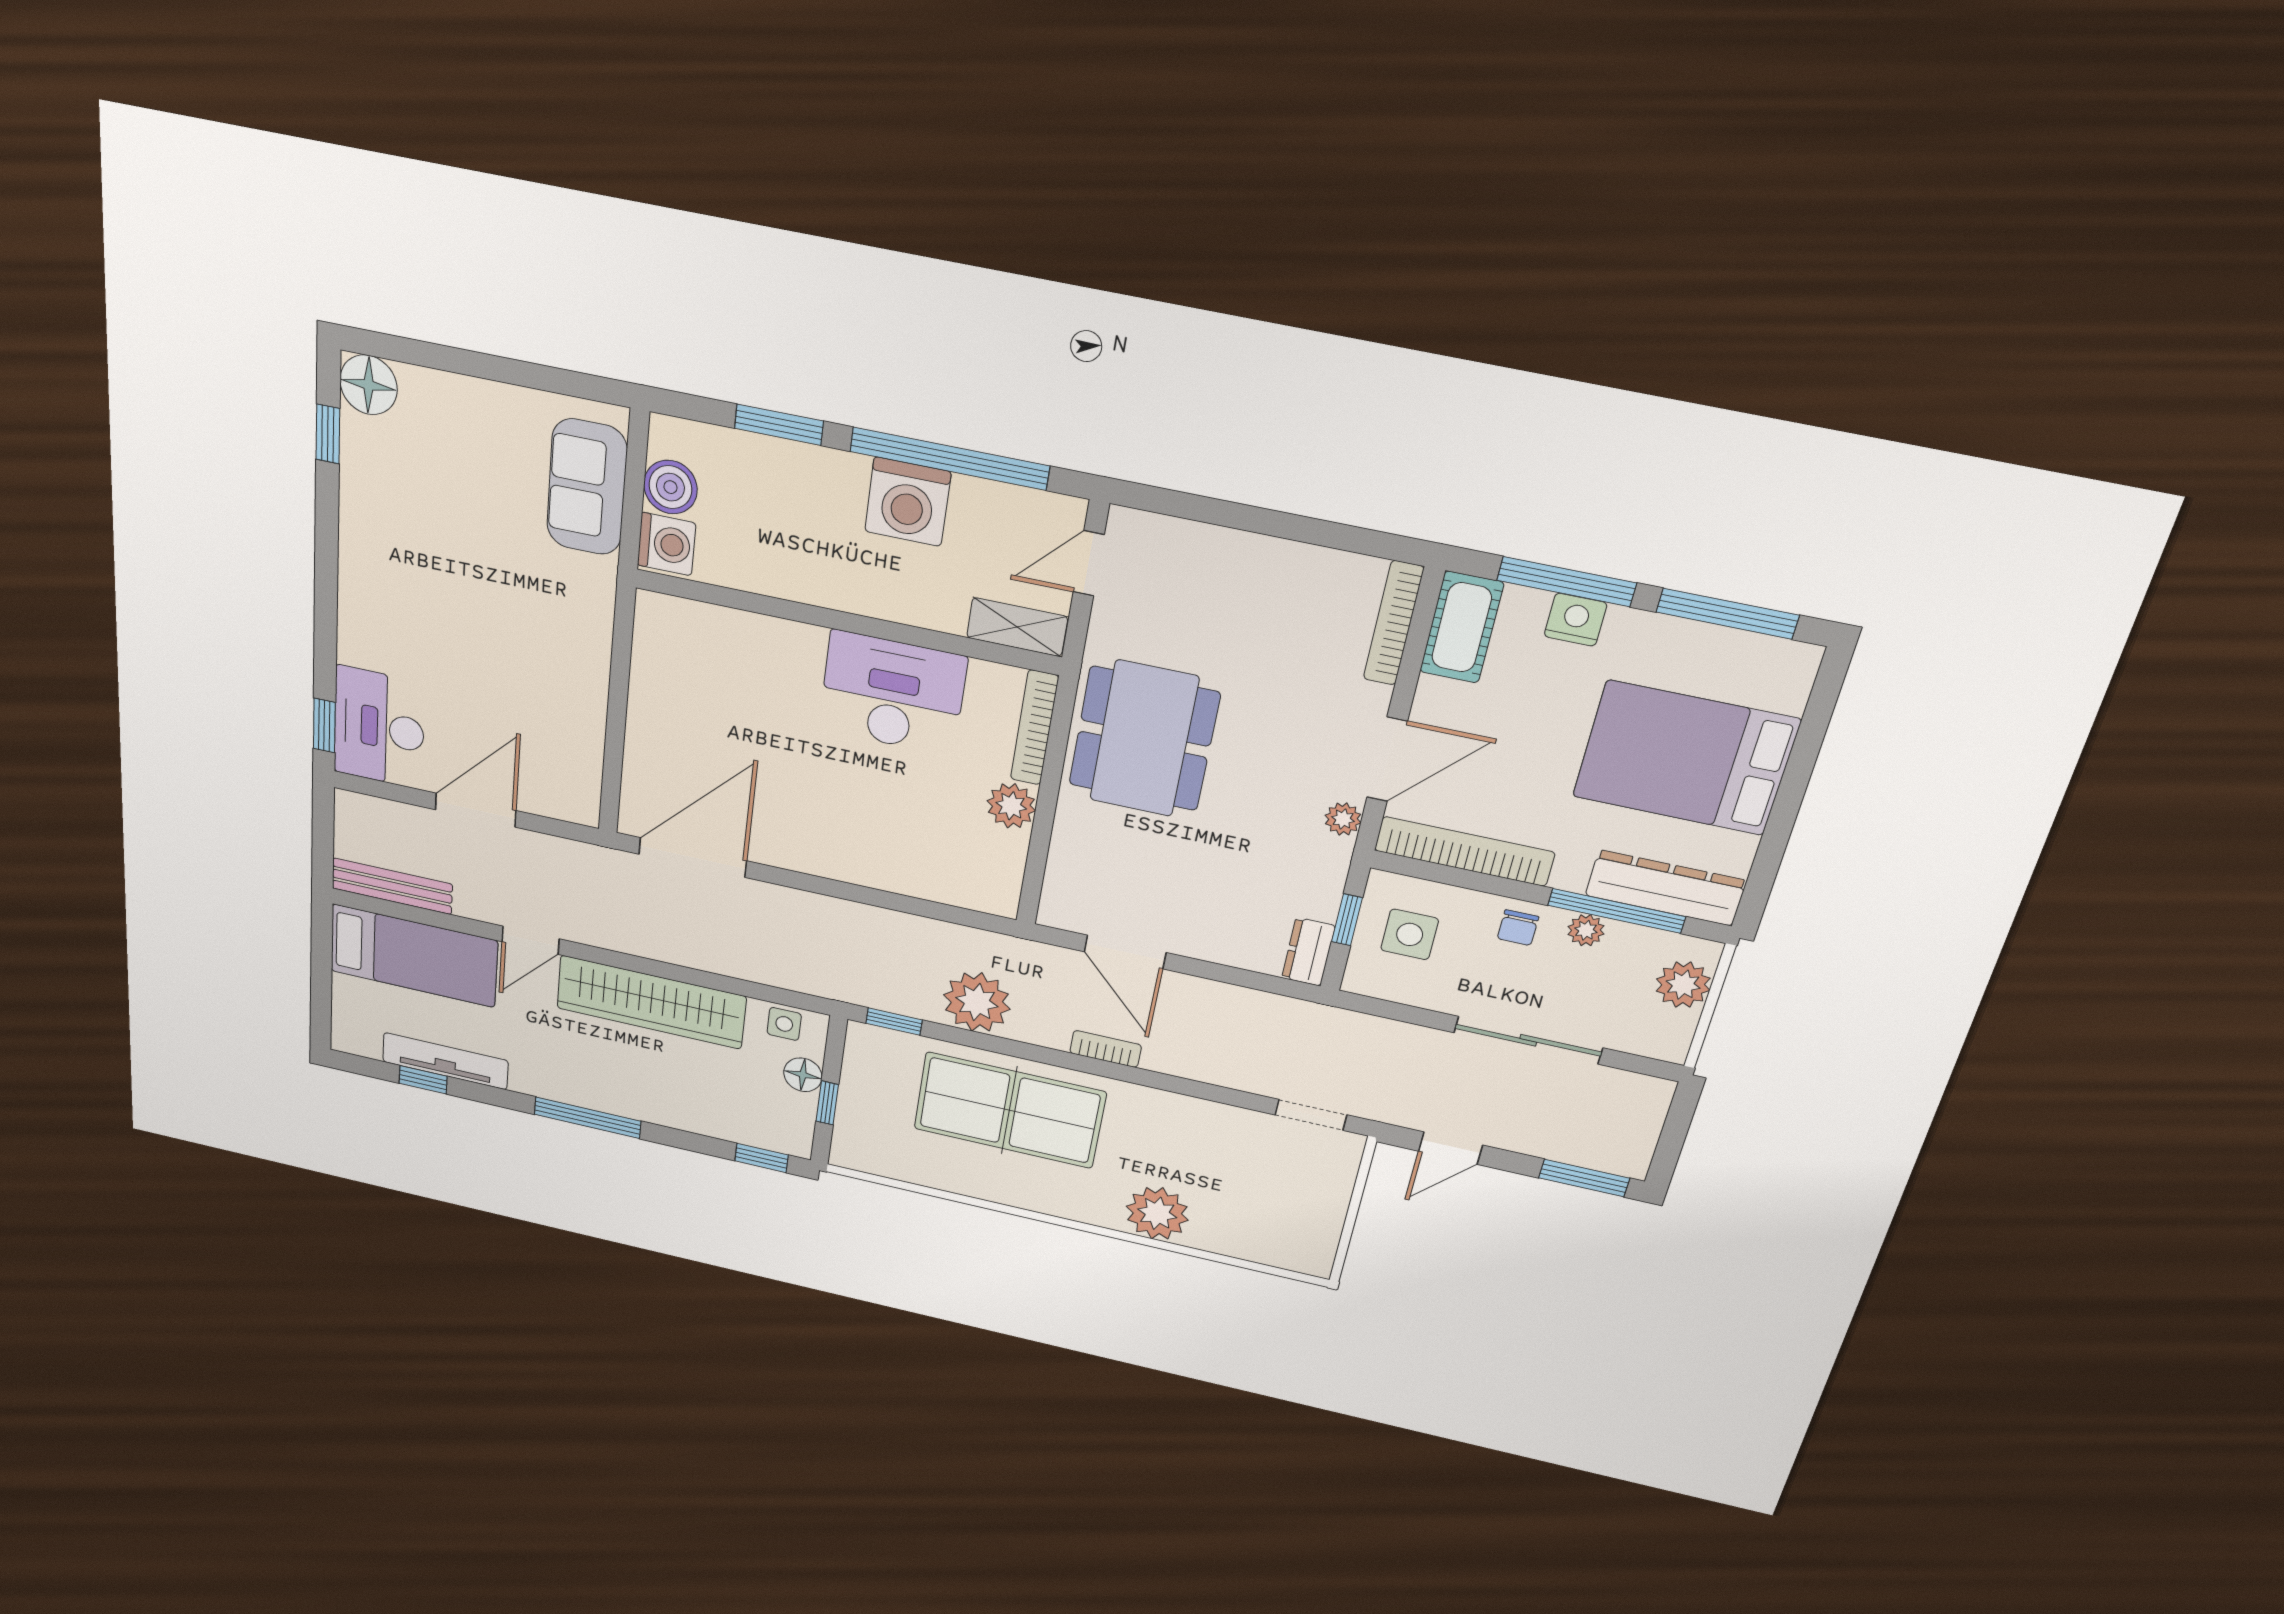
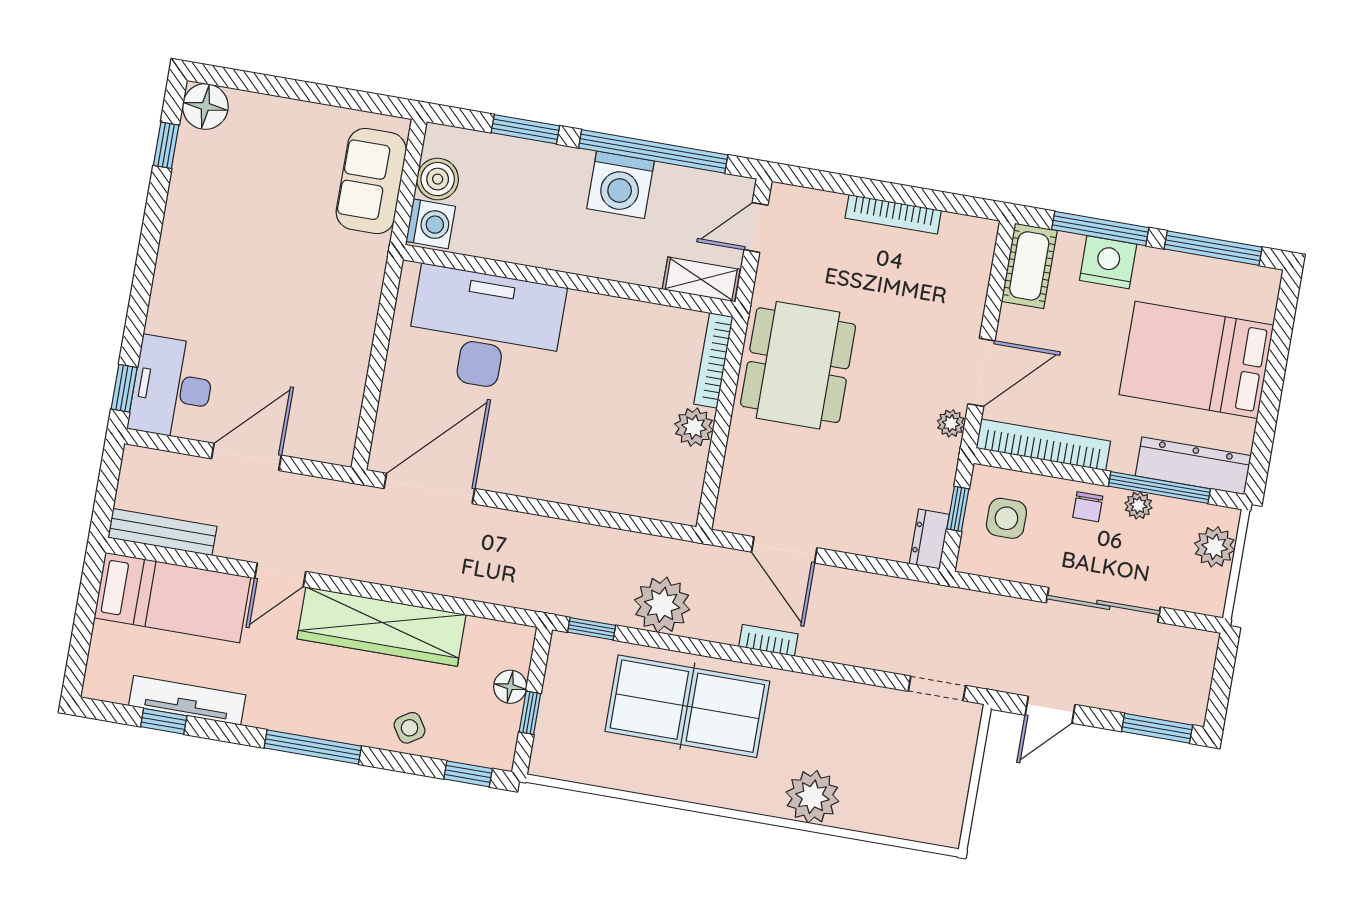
nightstand: (1576, 620) -> (1108, 262), width x1.36, depth x1.33
bookcase: (1394, 623) -> (893, 214), moved, turned -90
desk: (893, 693) -> (485, 330), moved, width x1.36, depth x1.30
side table: (784, 1024) -> (410, 728), moved, turned -33

